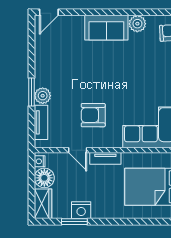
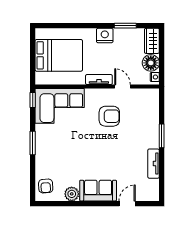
door: (49, 12) -> (127, 204), moved
plant: (43, 96) -> (152, 133), removed
tv unit: (41, 122) -> (154, 164), moved
nightstand: (81, 210) -> (105, 36), moved

